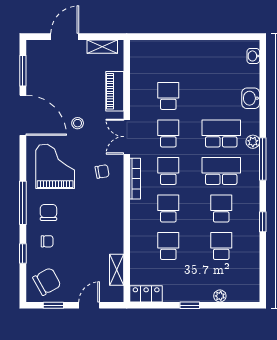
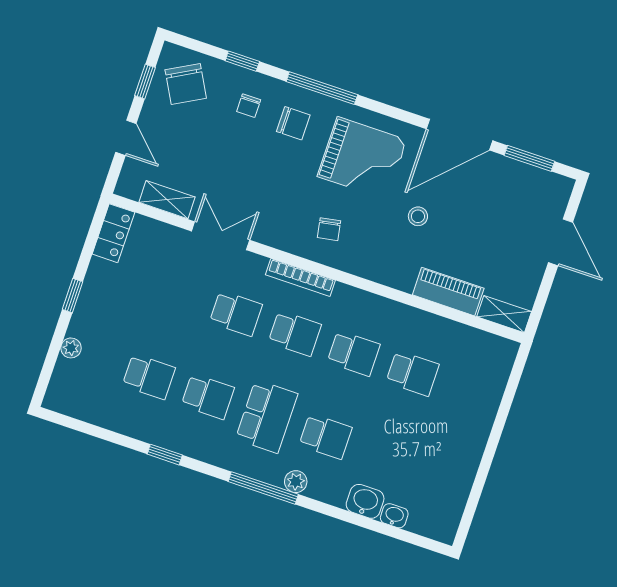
shelving: (102, 47) -> (504, 314), moved, turned 90
washbasin: (253, 56) -> (394, 516), moved
school desk: (221, 133) -> (325, 436), width x0.54
double door: (127, 137) -> (221, 236), moved
school desk: (168, 246) -> (177, 294), removed

